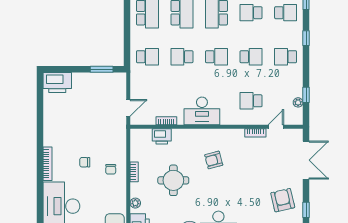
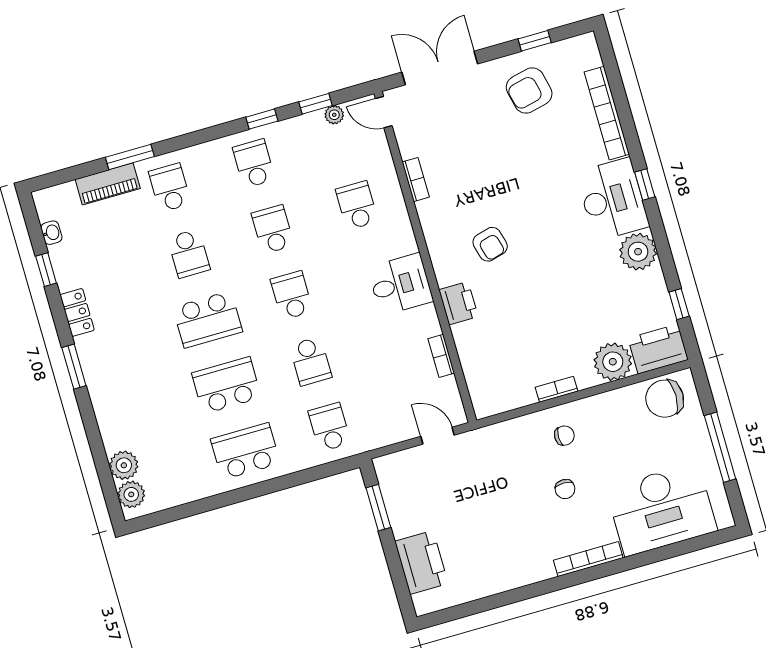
window: (306, 38) -> (262, 119), moved
school desk: (286, 57) -> (254, 163), turned 180
printer: (57, 83) -> (421, 562), moved
school desk: (251, 101) -> (357, 205), turned 180
desk: (202, 111) -> (400, 284), width x0.73
door: (276, 127) -> (384, 112), moved
printer: (162, 136) -> (458, 303), moved
round table: (173, 180) -> (551, 310), removed
plant: (135, 203) -> (613, 362), width x1.88, depth x1.88

